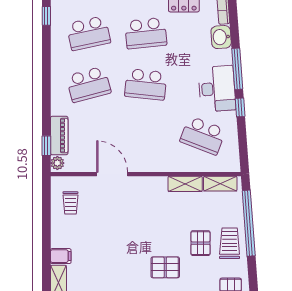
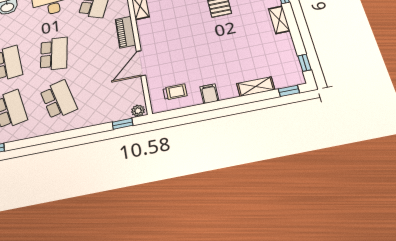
piano: (59, 136) -> (125, 32), moved, turned -90
filing cabinet: (61, 256) -> (209, 94), moved

